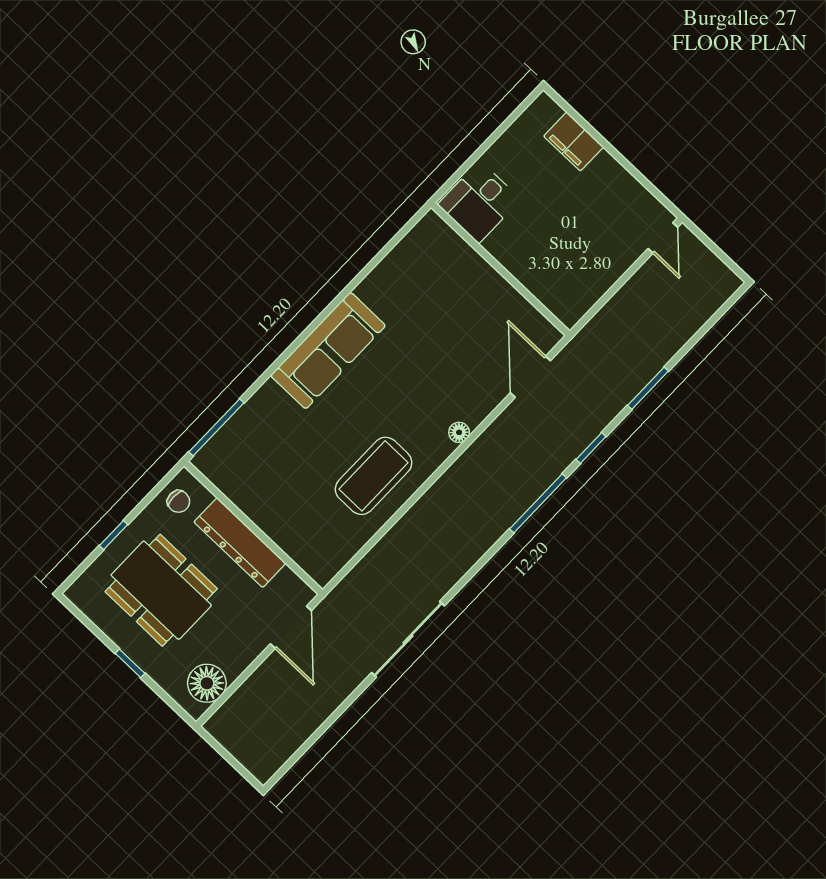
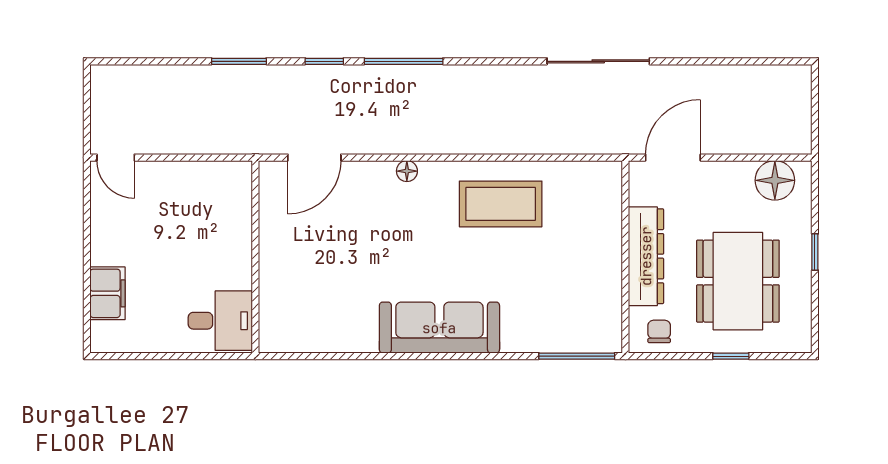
door: (663, 238) -> (116, 158), swing flipped

